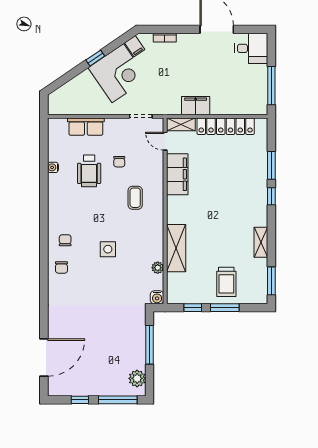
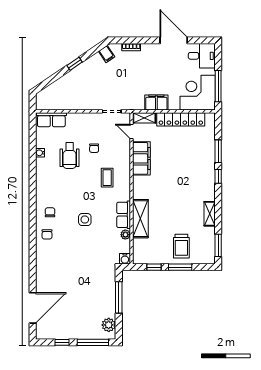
corner desk: (118, 73) -> (198, 93), moved, turned -146
row of seats: (86, 127) -> (51, 120), moved
row of seats: (155, 243) -> (124, 215), added

